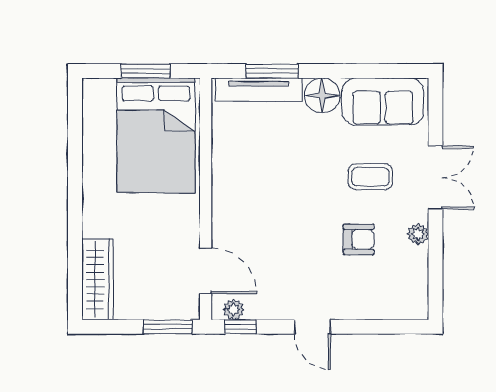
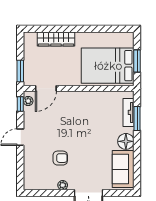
tv unit: (259, 90) -> (128, 112), width x0.71
coffee table: (370, 177) -> (89, 163), removed
armchair: (359, 239) -> (60, 158), turned -90
wardrobe: (98, 279) -> (56, 39), moved

